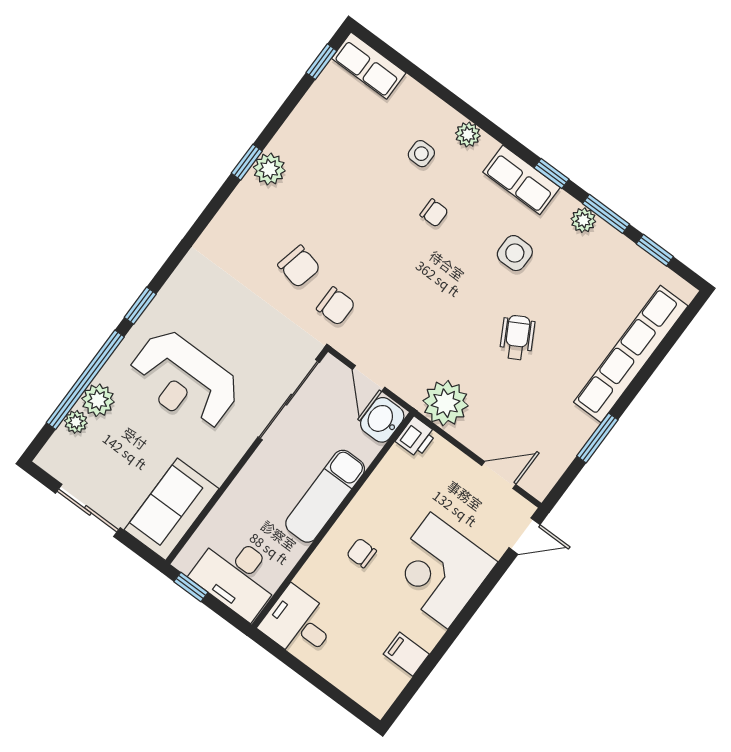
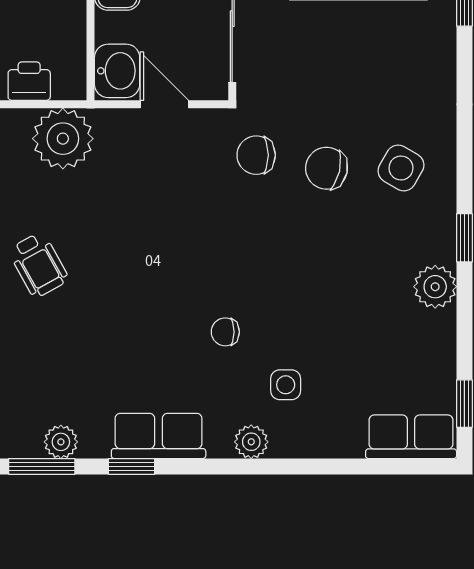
plant: (269, 169) -> (435, 287), moved
side table: (515, 253) -> (401, 168), moved, turned 30
printer: (416, 437) -> (29, 81), moved, turned 90

